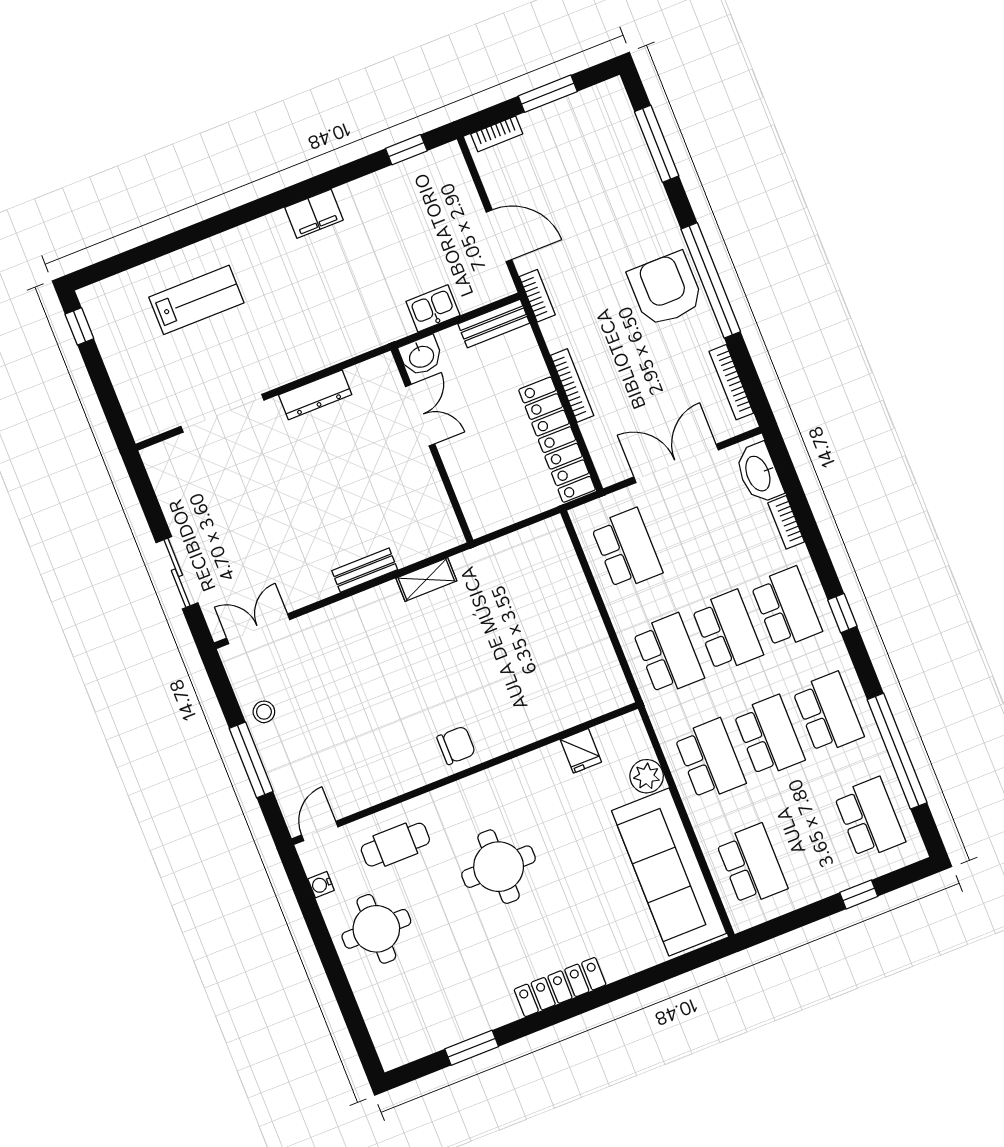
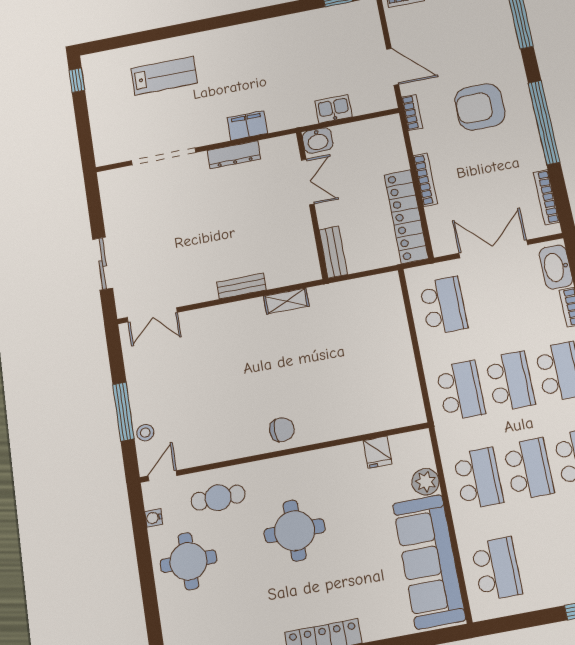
filing cabinet: (314, 214) -> (247, 126), moved, turned 180
armchair: (666, 289) -> (480, 107), moved, turned -90
bench: (494, 323) -> (333, 252), moved, turned 90
double door: (258, 629) -> (152, 315), swing flipped
stool: (264, 712) -> (145, 433), moved

